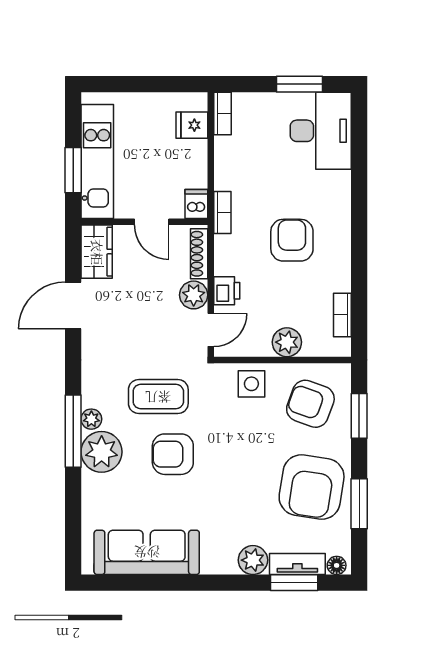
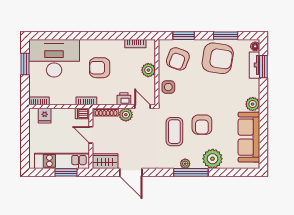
desk: (321, 131) -> (54, 58), width x1.36, depth x1.30
door: (152, 222) -> (91, 135), swing flipped
plant: (102, 452) -> (213, 159), moved
plant: (253, 560) -> (253, 104), moved

